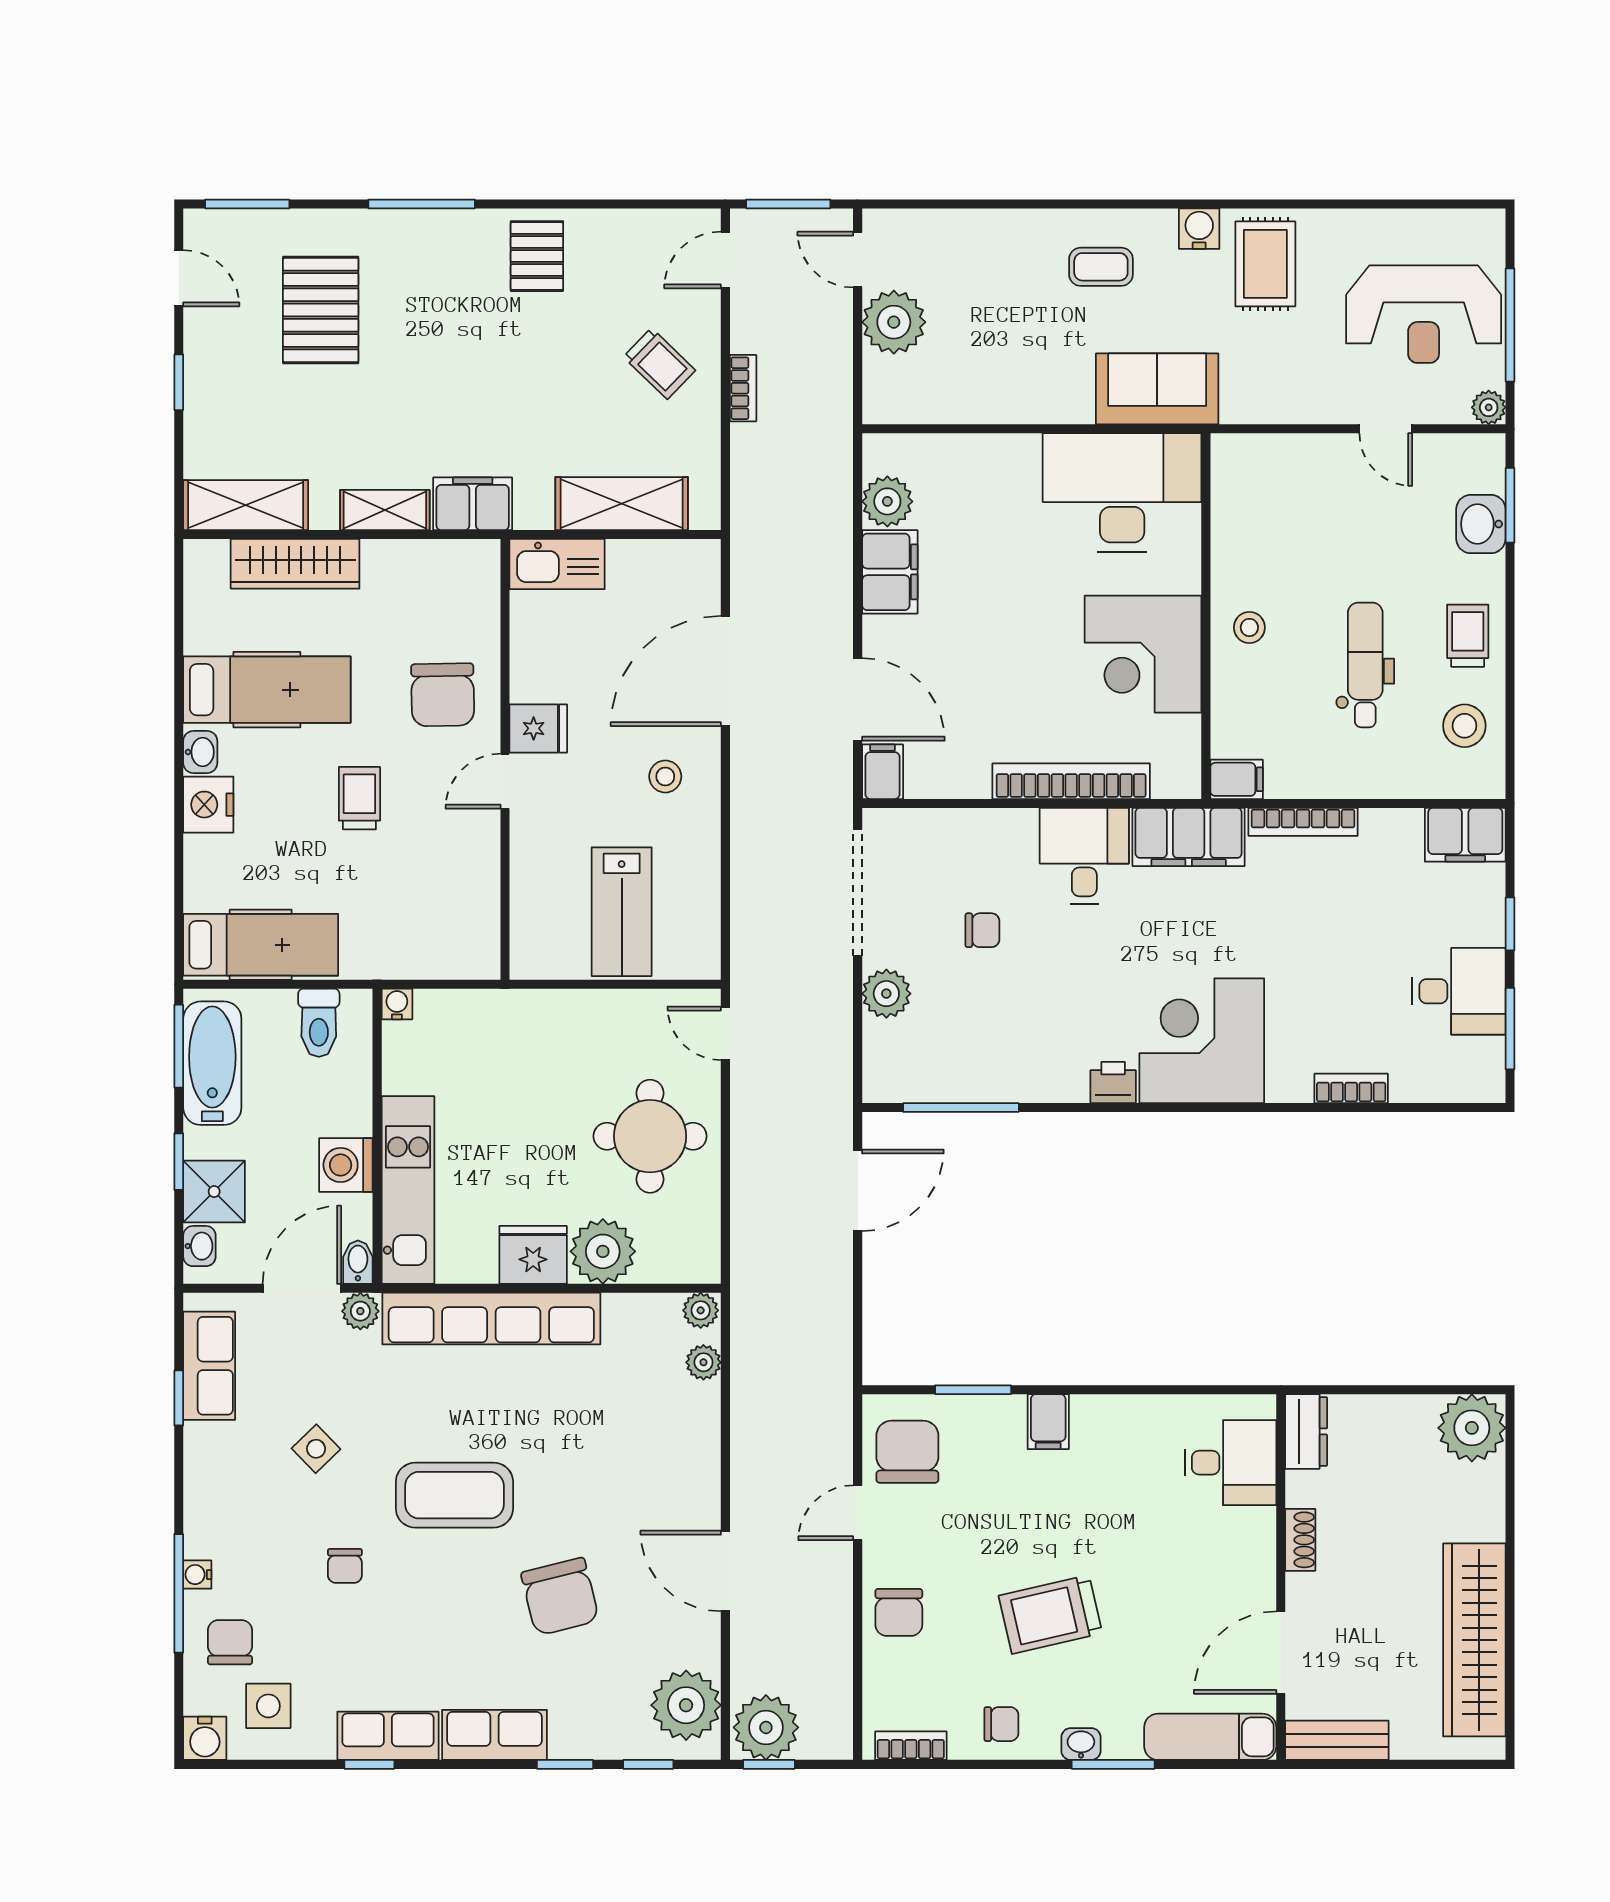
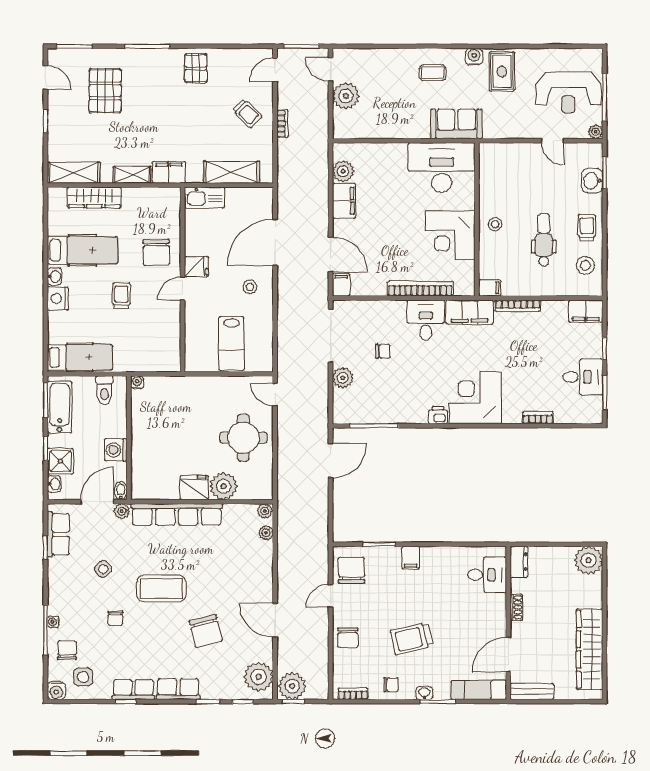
kitchen unit: (408, 1190) -> (142, 460), removed

